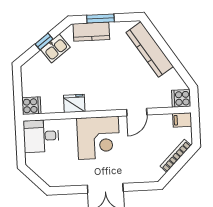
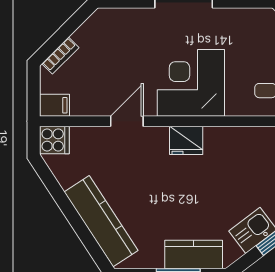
fridge: (74, 103) -> (186, 140), moved
bookcase: (176, 156) -> (60, 56), width x0.64

